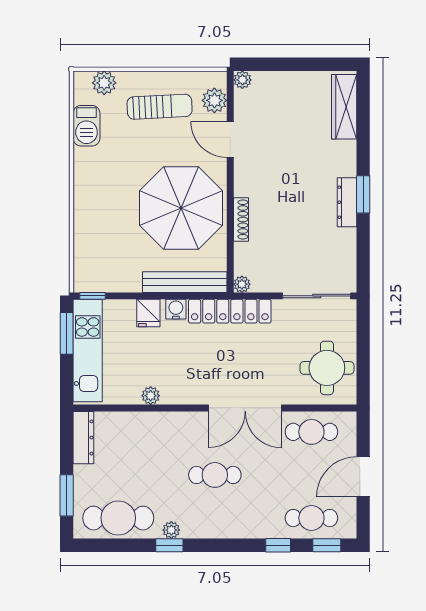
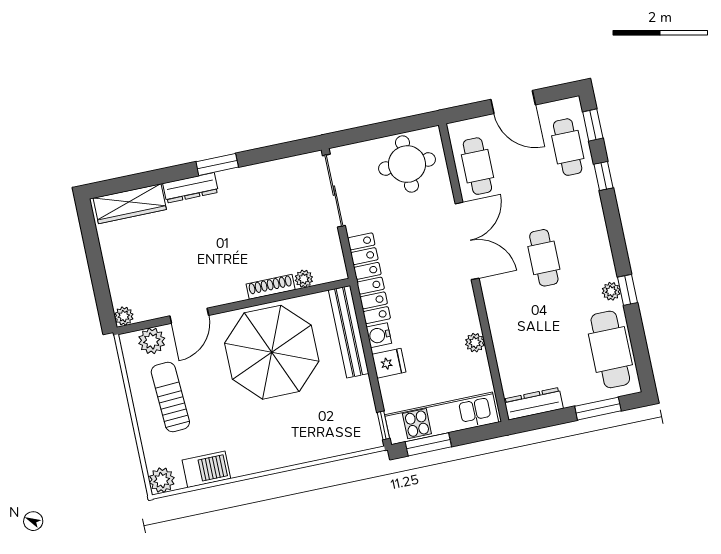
plant: (104, 83) -> (162, 480), moved
dresser: (347, 202) -> (191, 188), moved
plant: (242, 284) -> (304, 279), moved

